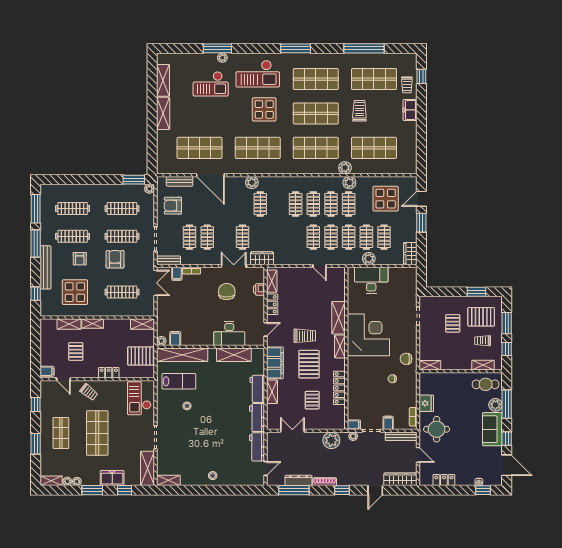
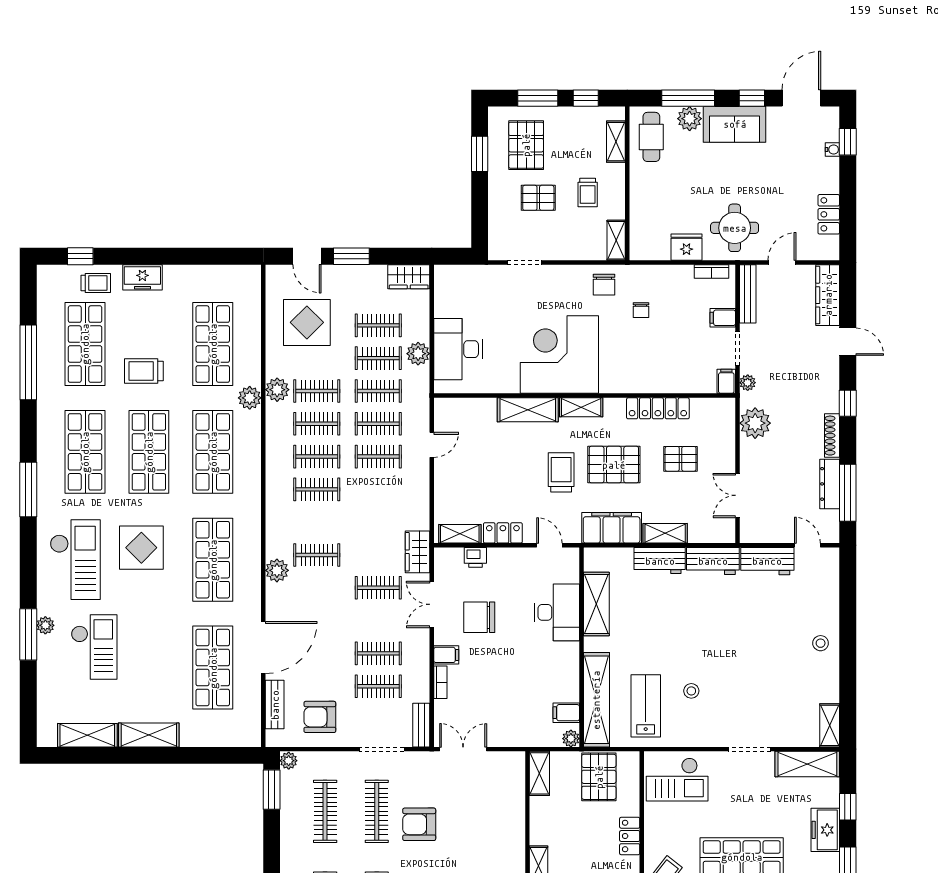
armchair: (173, 206) -> (320, 717), turned 90
filing cabinet: (177, 274) -> (446, 655), moved
clothes rail: (122, 292) -> (480, 811), removed
trolley: (483, 341) -> (588, 193), moved

